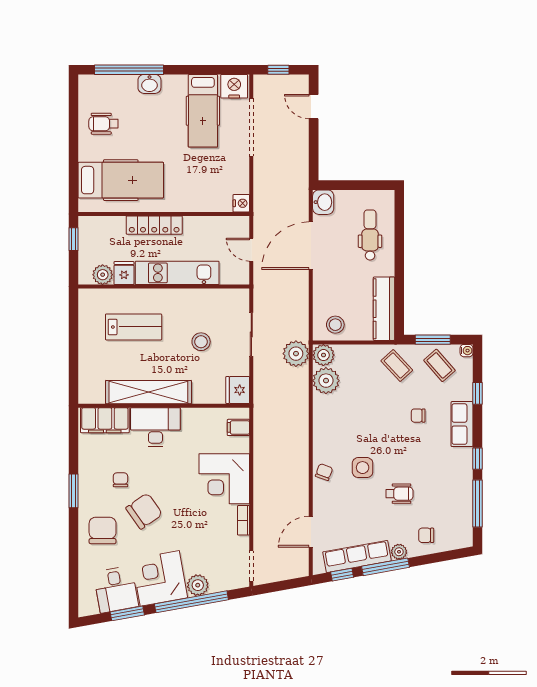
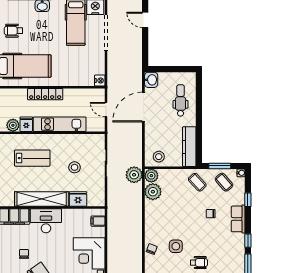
fridge: (238, 390) -> (78, 199), moved, turned 90

